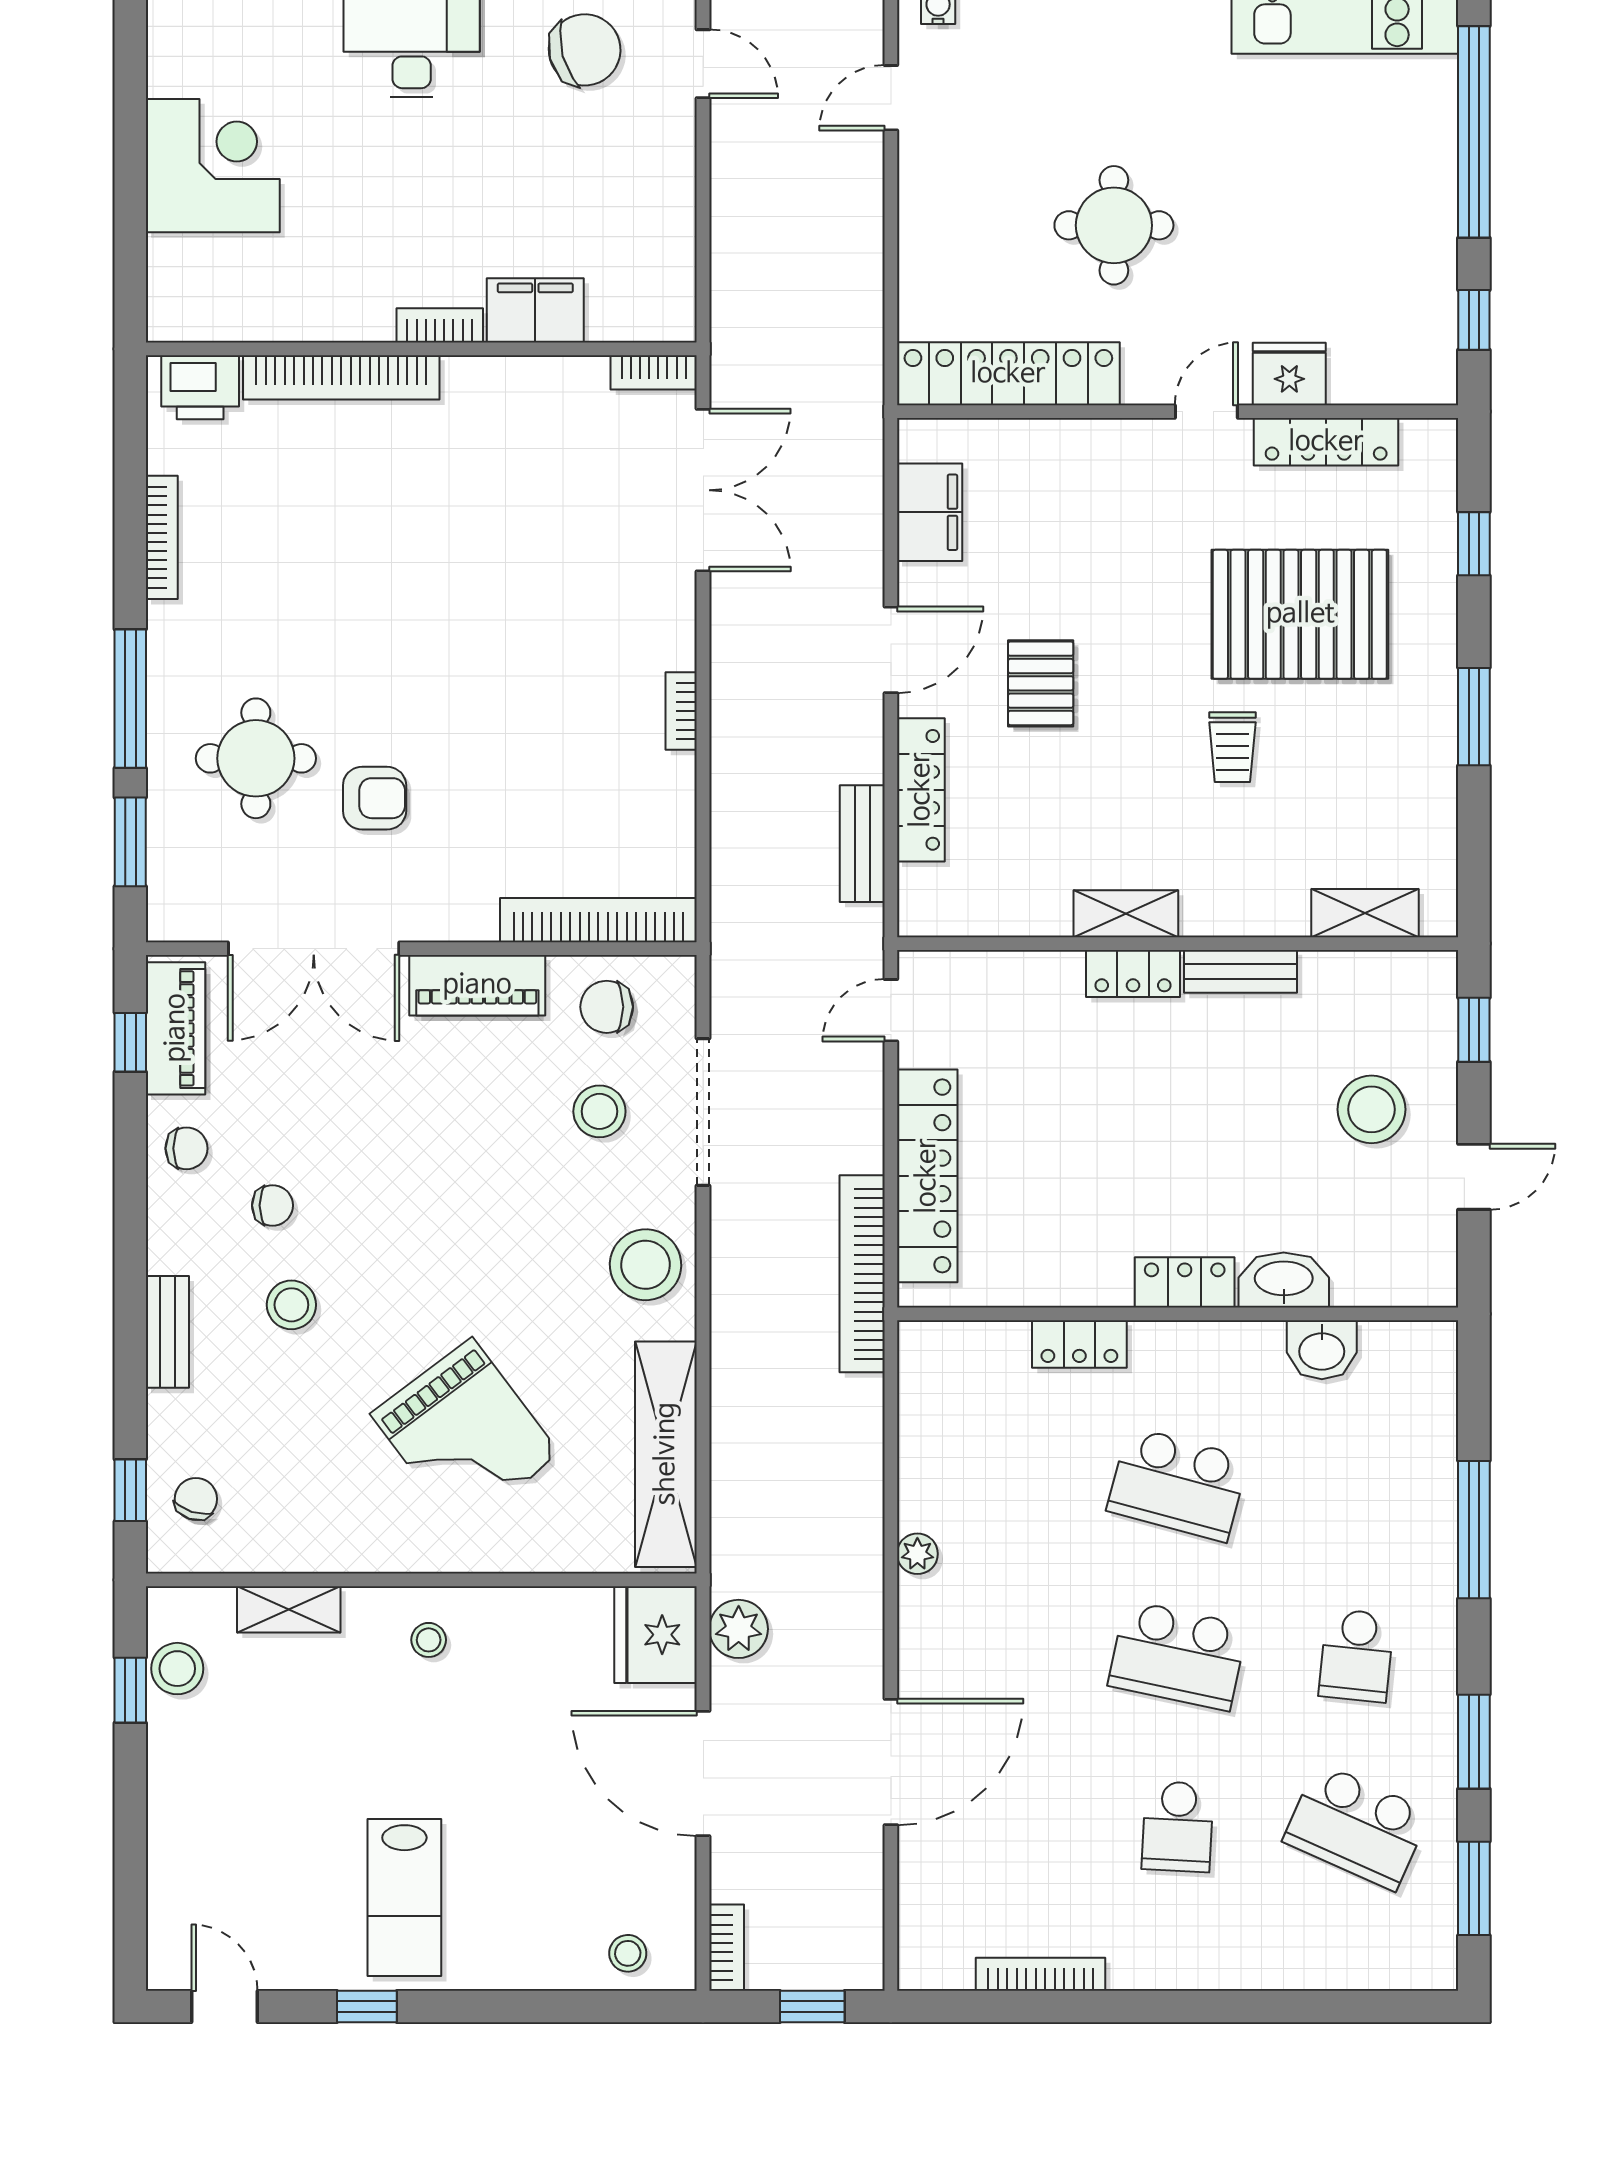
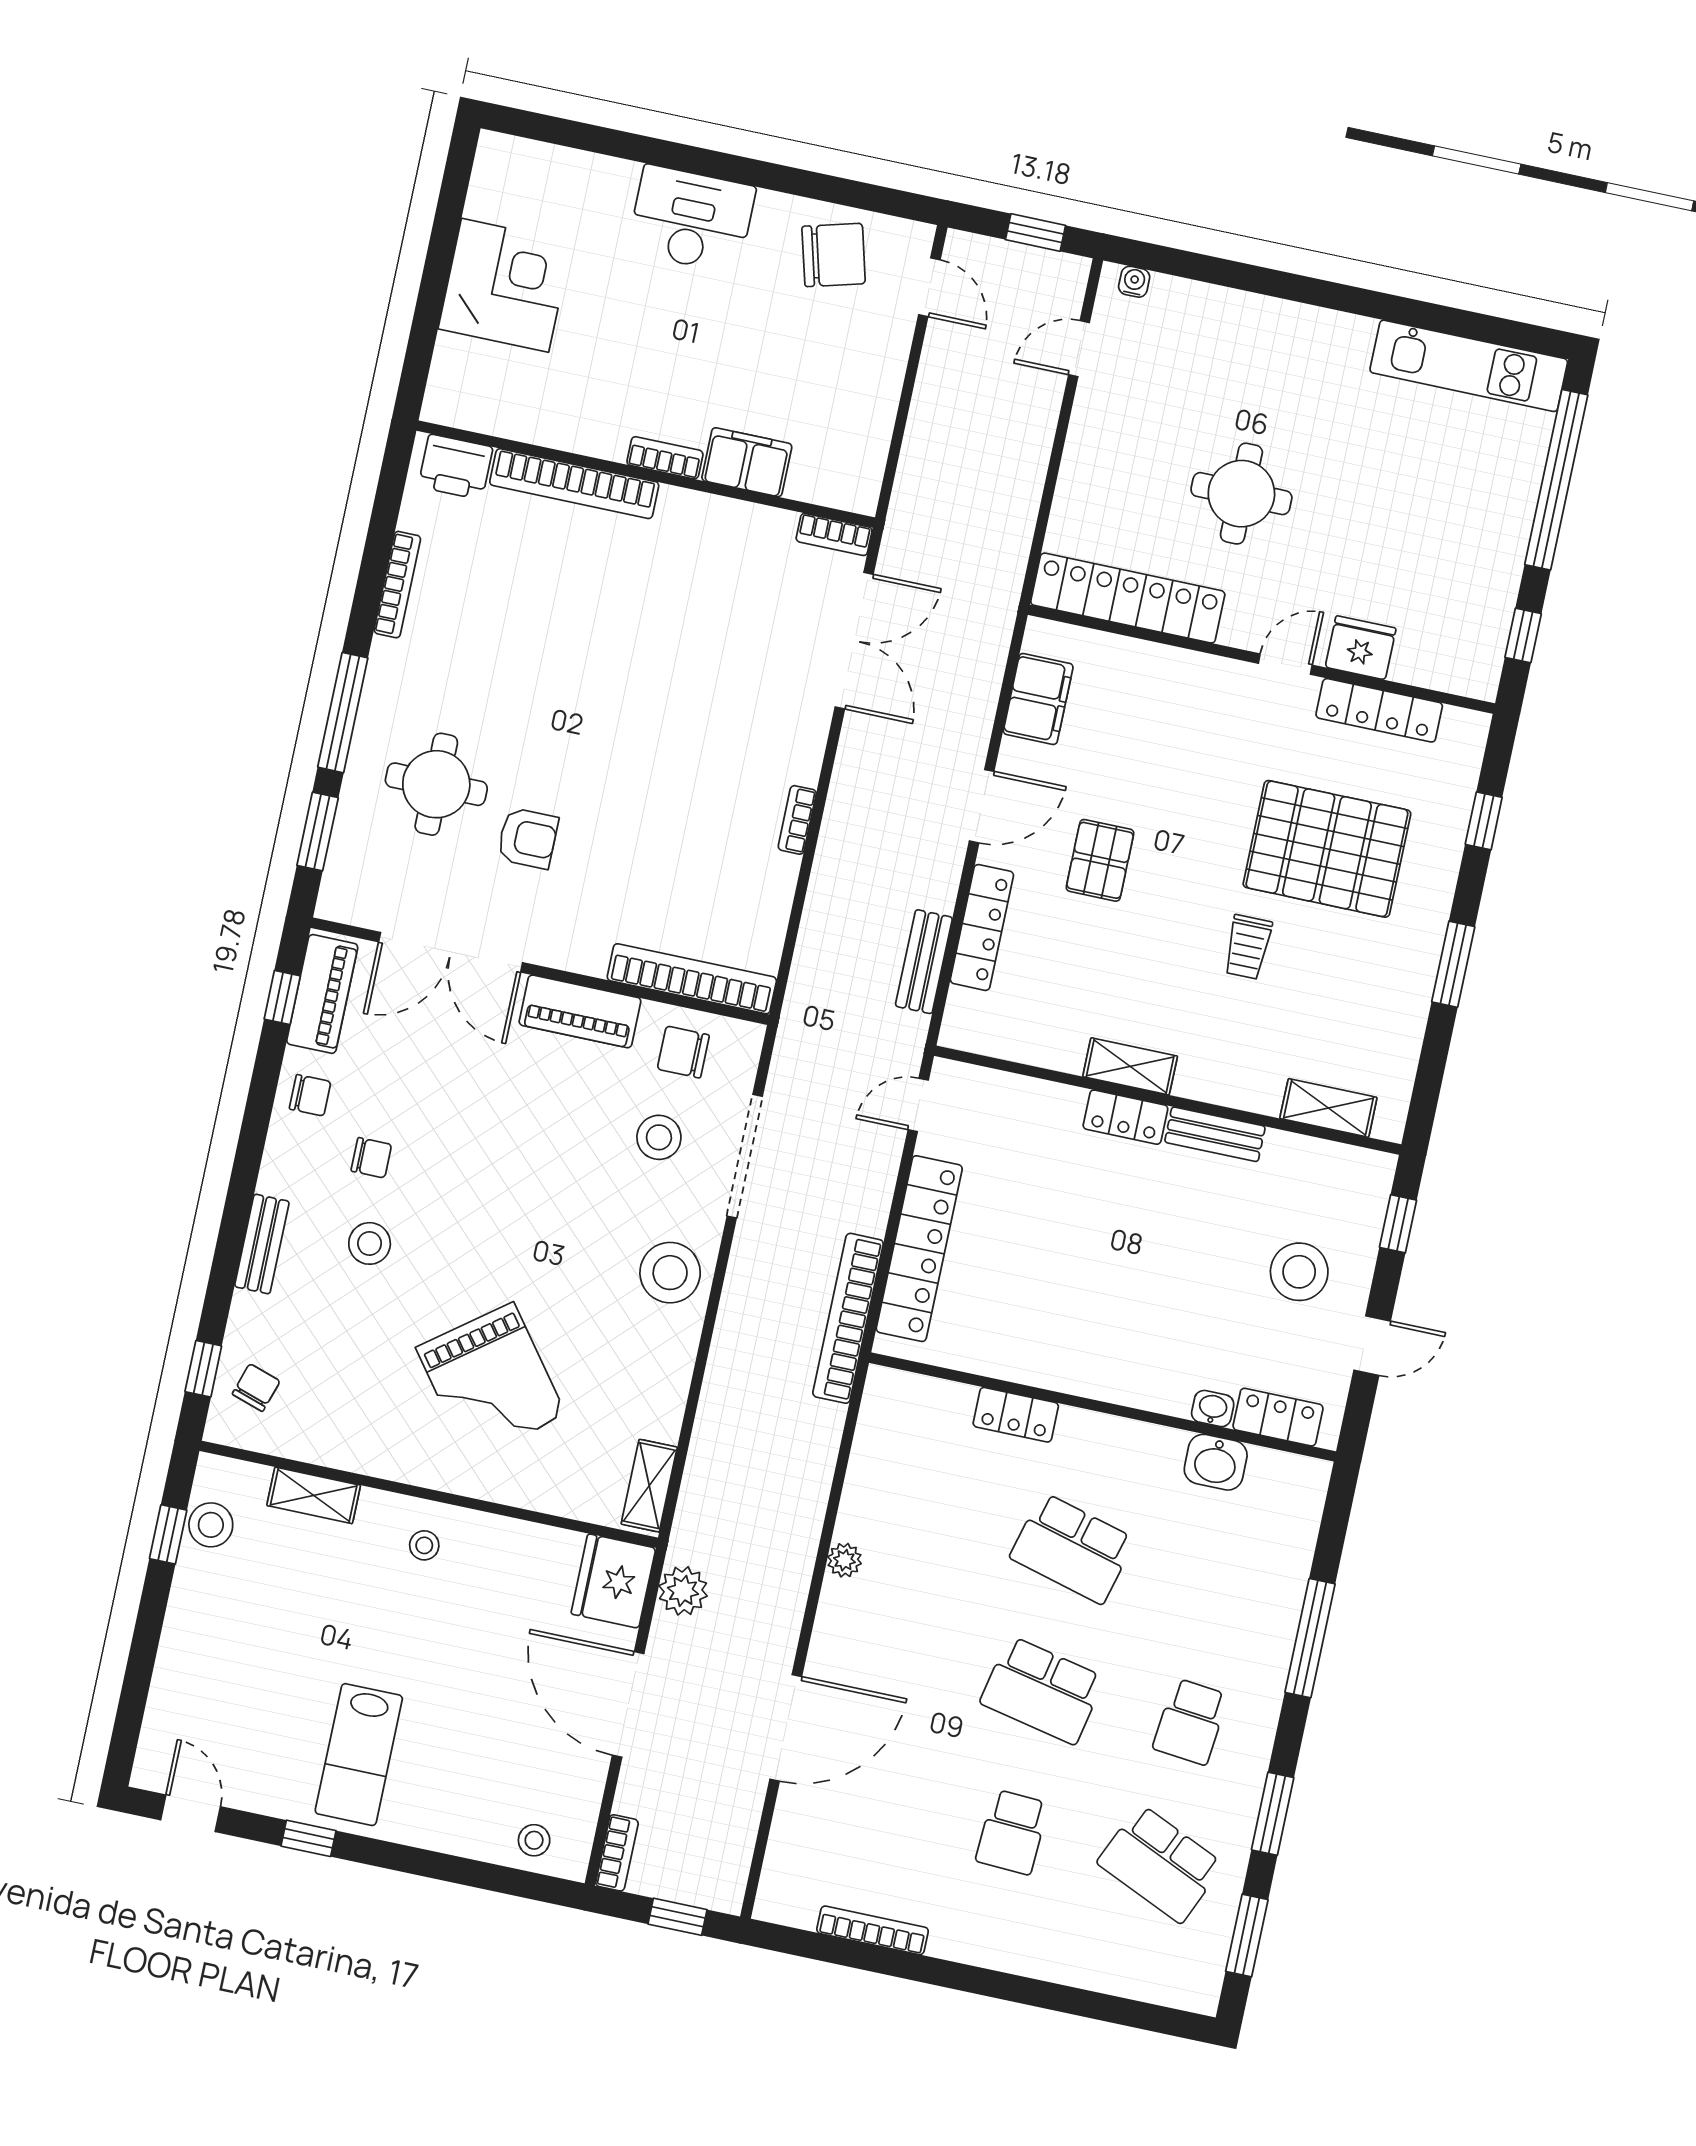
washbasin: (1284, 1280) -> (1213, 1409), width x0.52, depth x0.69
locker: (1185, 1282) -> (1278, 1417), moved
shelving: (666, 1454) -> (649, 1486), width x0.45, depth x0.75

